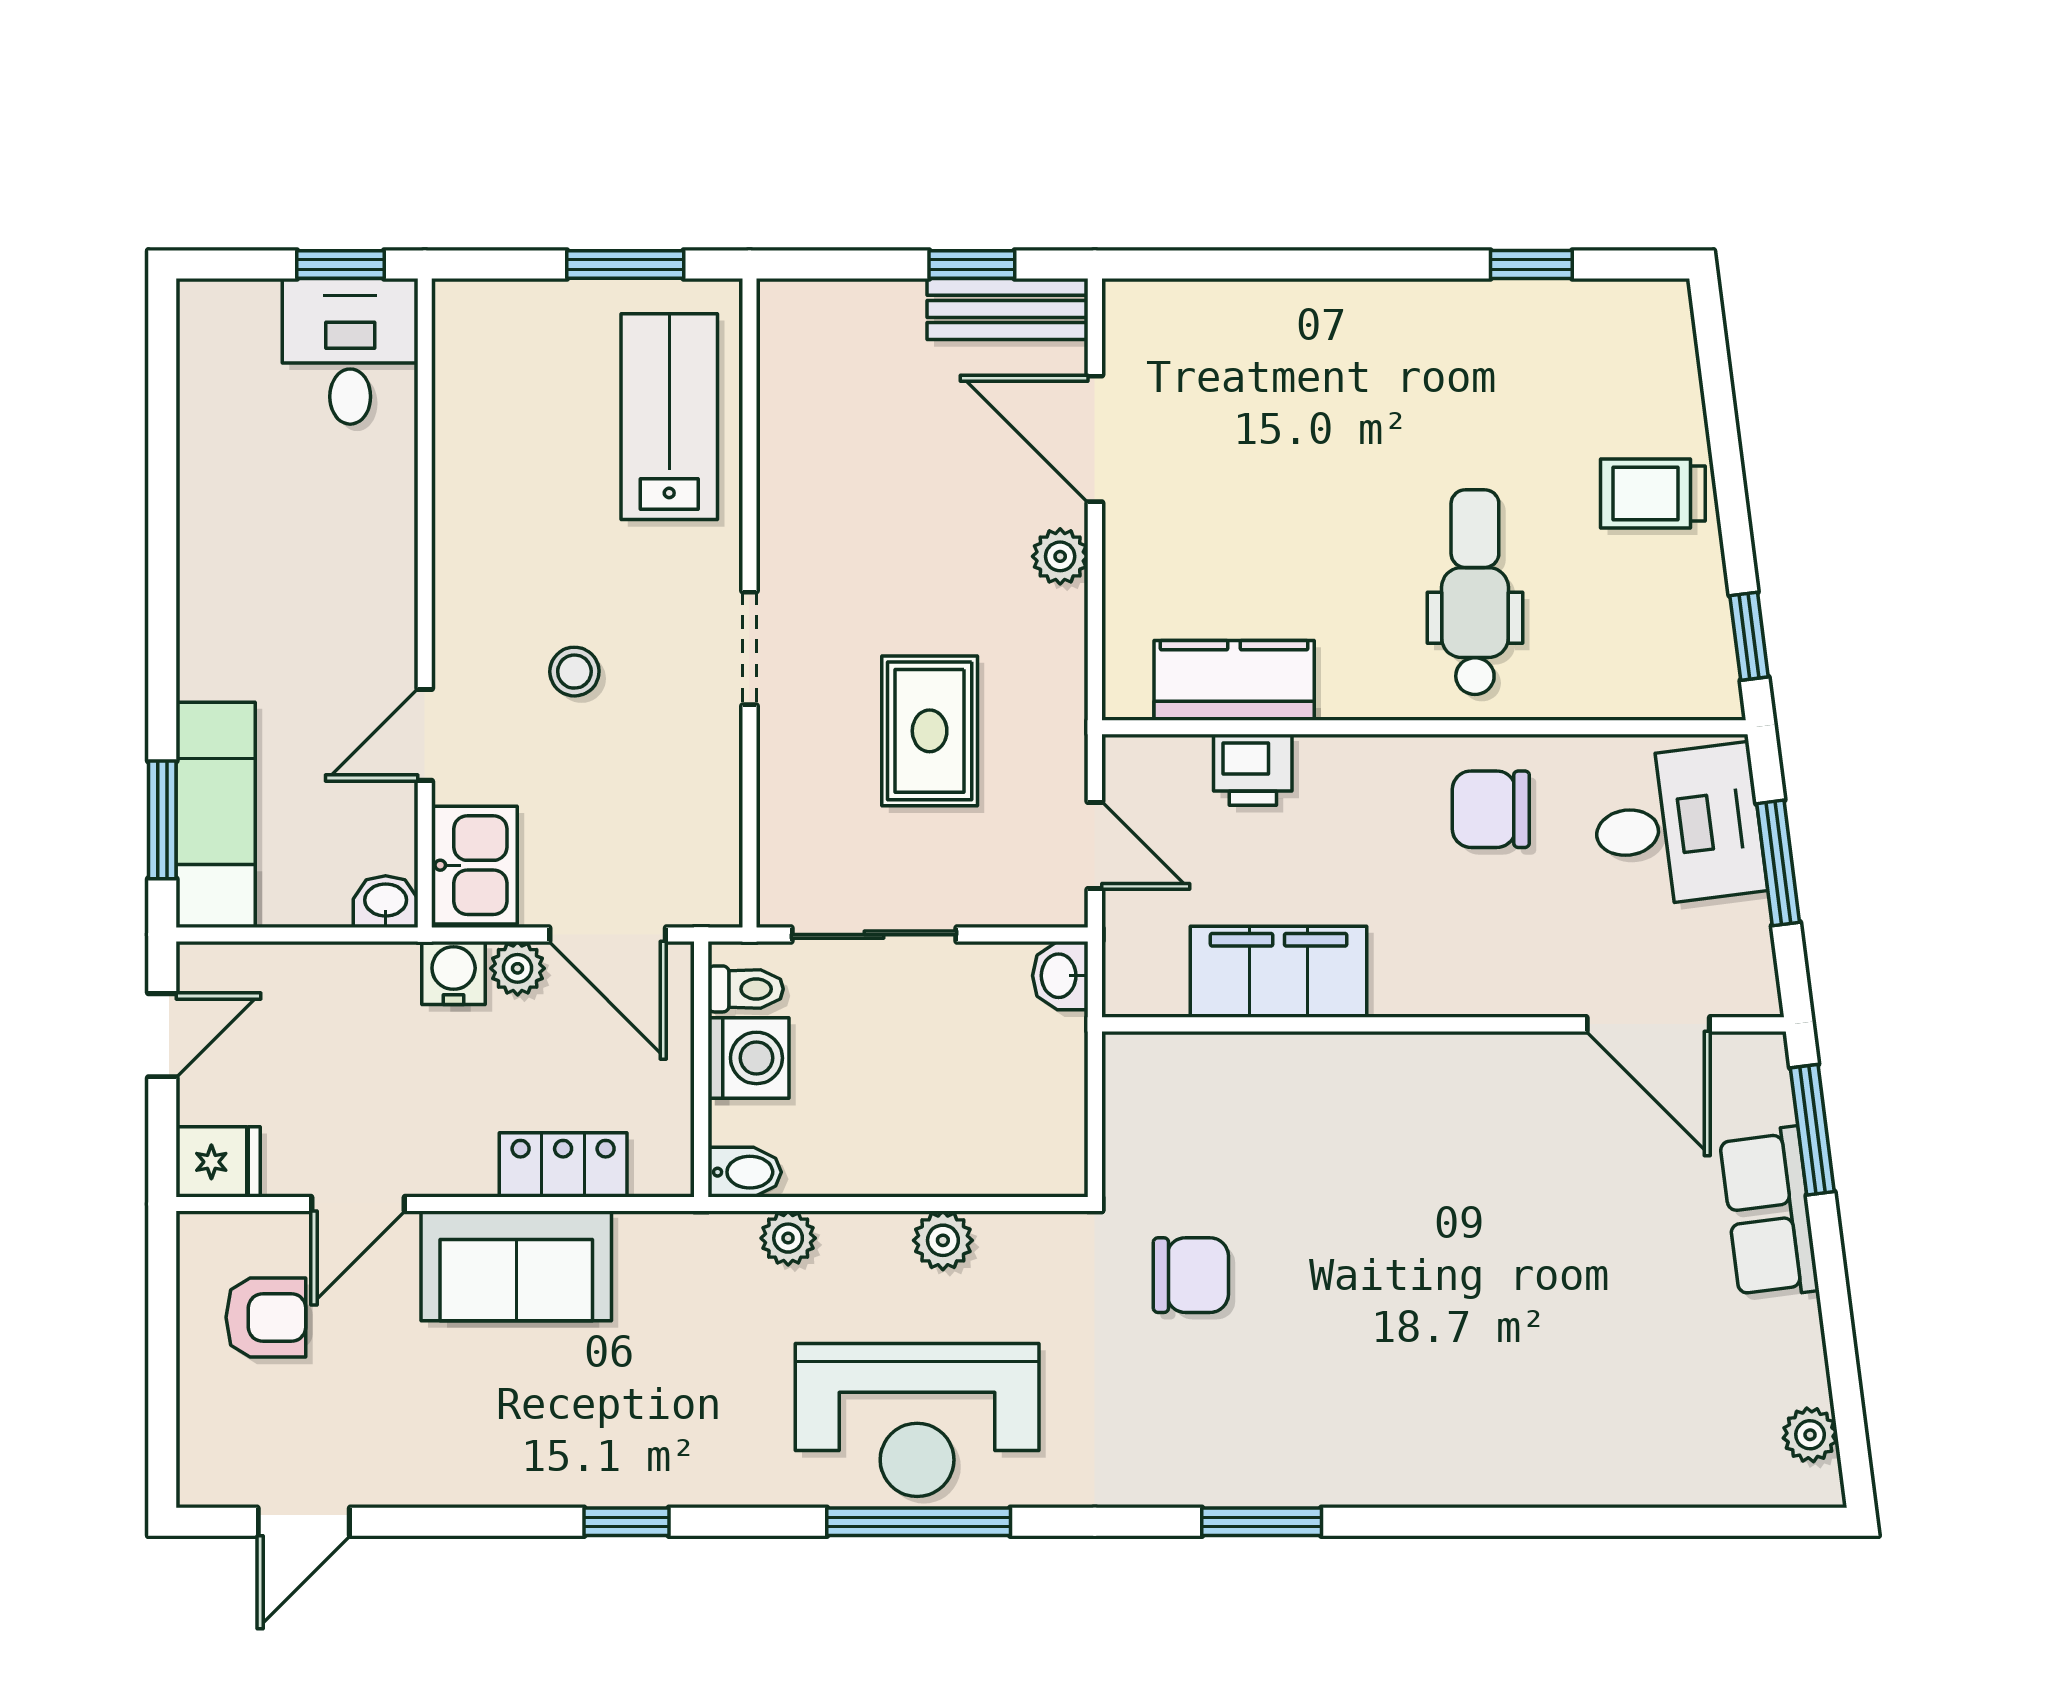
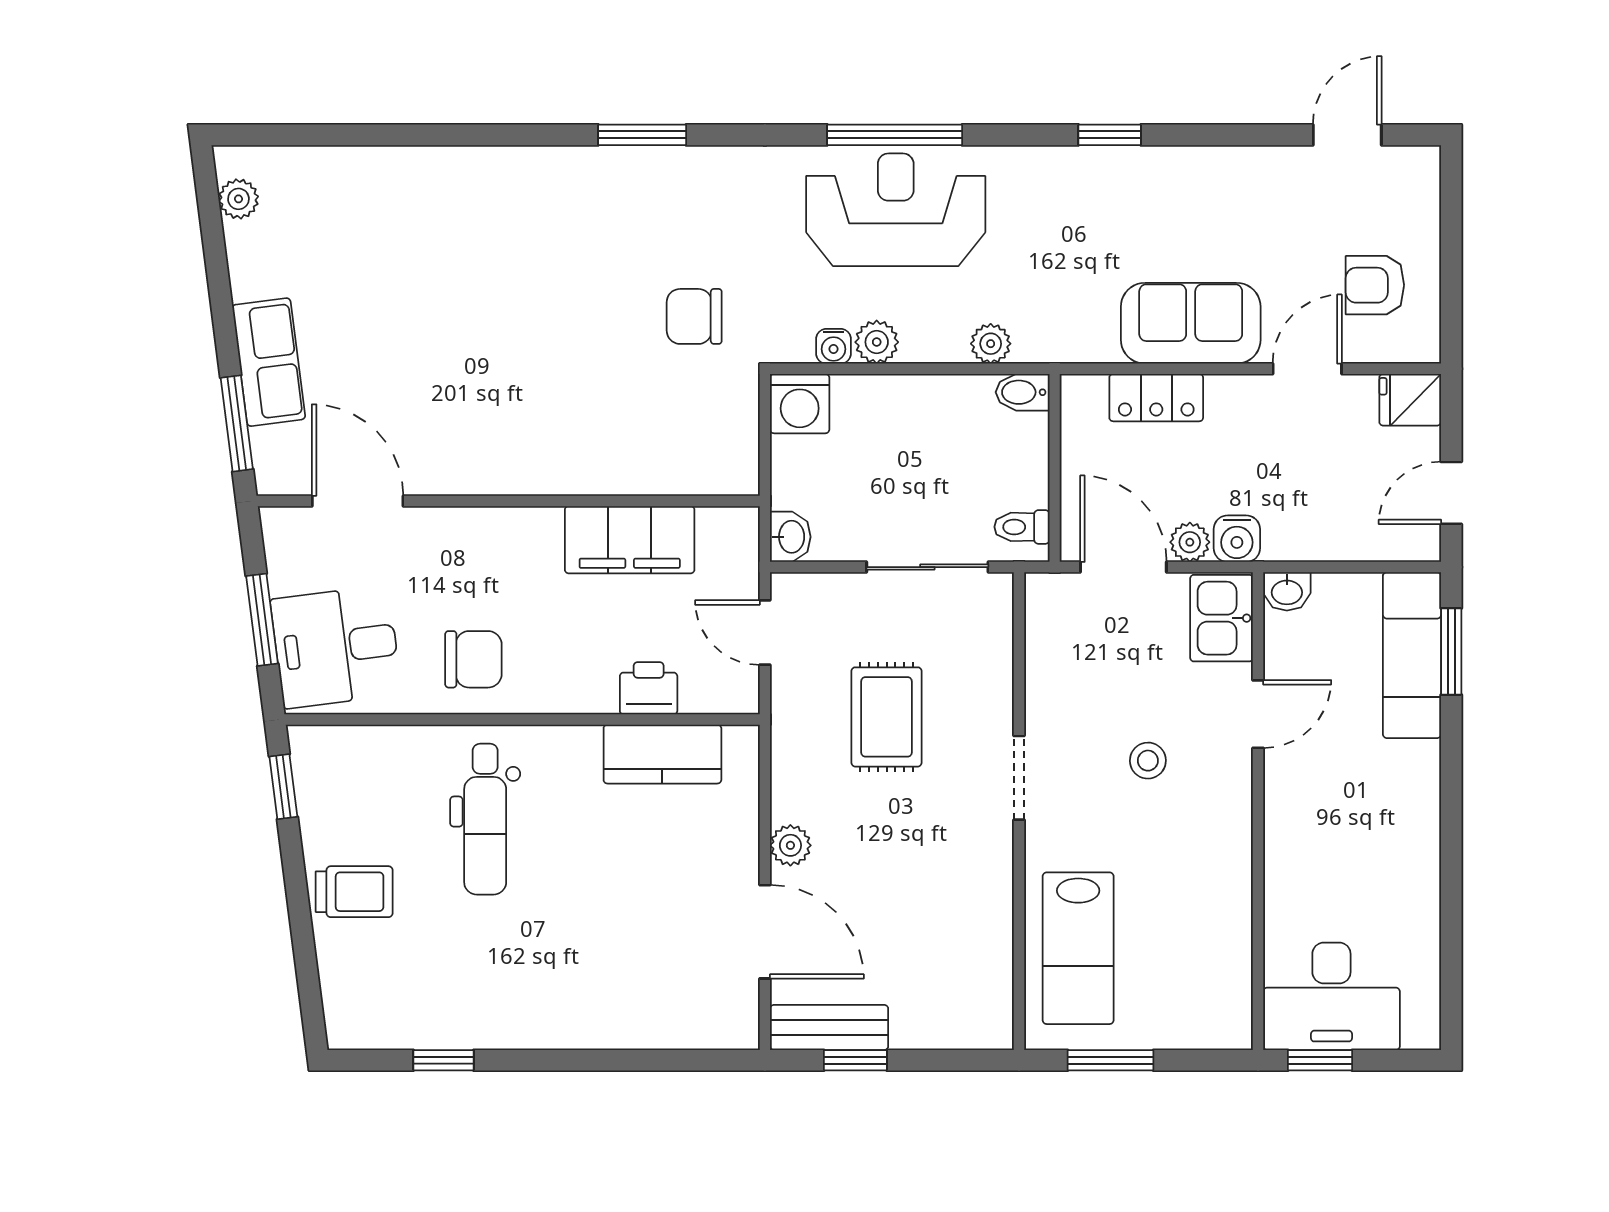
desk: (350, 351) -> (1331, 996), width x1.37
washing machine: (748, 1058) -> (800, 404), moved, turned -90
water cooler: (1002, 1235) -> (833, 346), added

